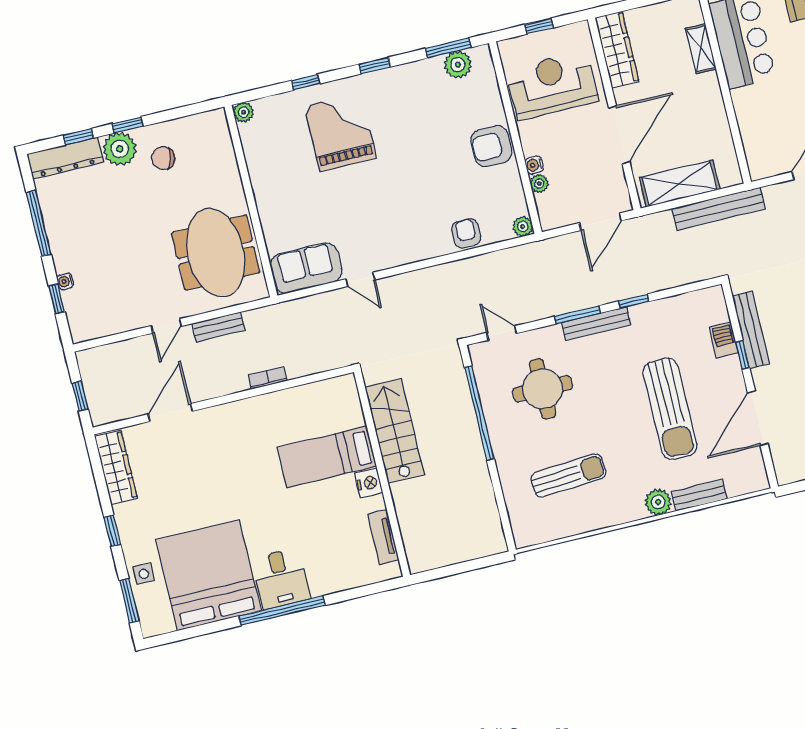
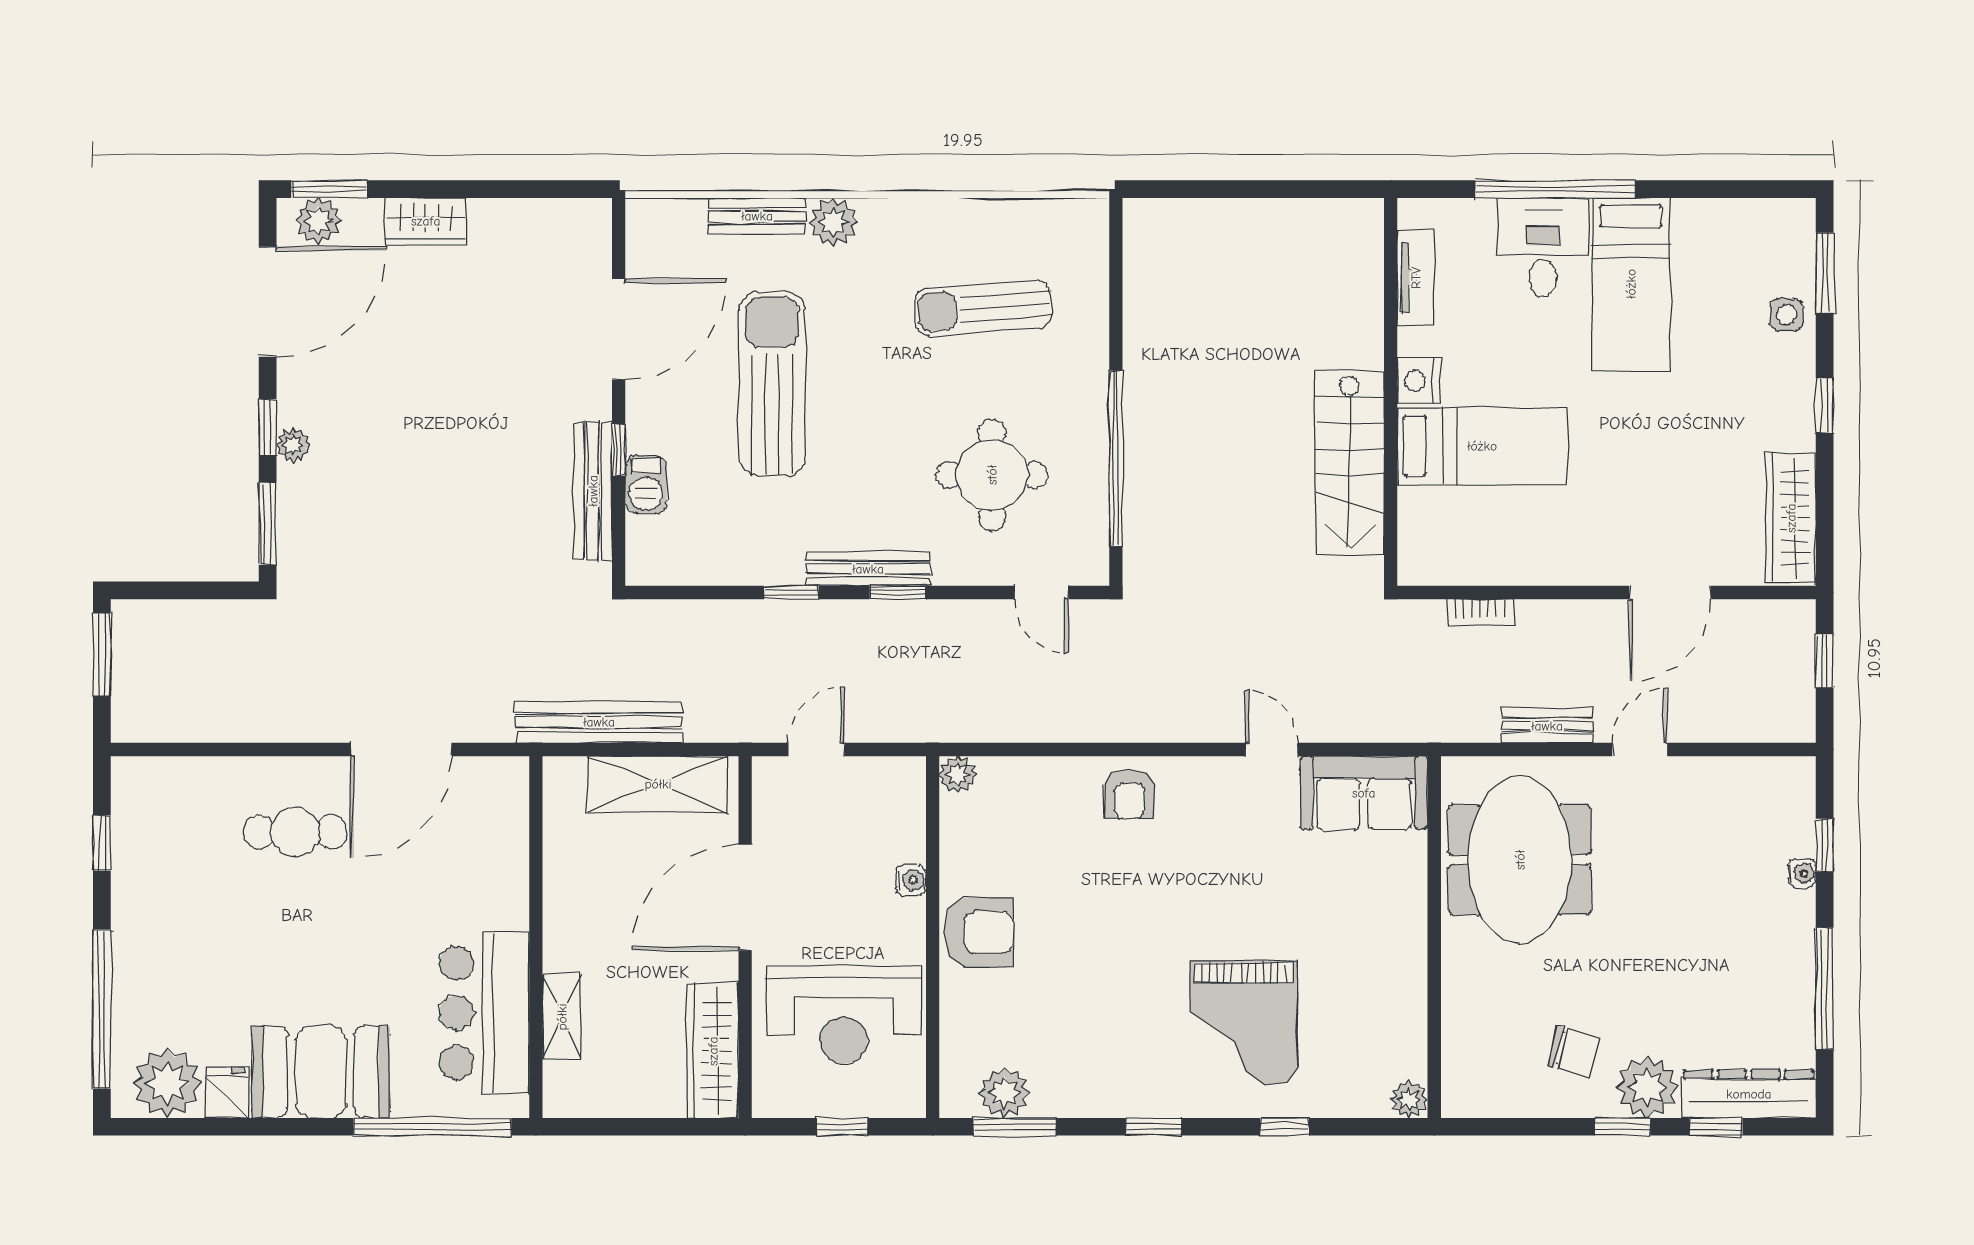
plant: (539, 183) -> (910, 845), removed
door: (600, 222) -> (817, 750), width x0.73
armchair: (466, 233) -> (1129, 794), moved
window: (577, 315) -> (898, 593), width x0.67
stairs: (395, 431) -> (1350, 463), moved
bed: (327, 457) -> (1482, 446), moved
wall: (382, 474) -> (1391, 392), moved
nightstand: (369, 483) -> (1419, 381), moved
tv unit: (383, 537) -> (1416, 278), moved
bed: (208, 575) -> (1631, 284), width x0.49

